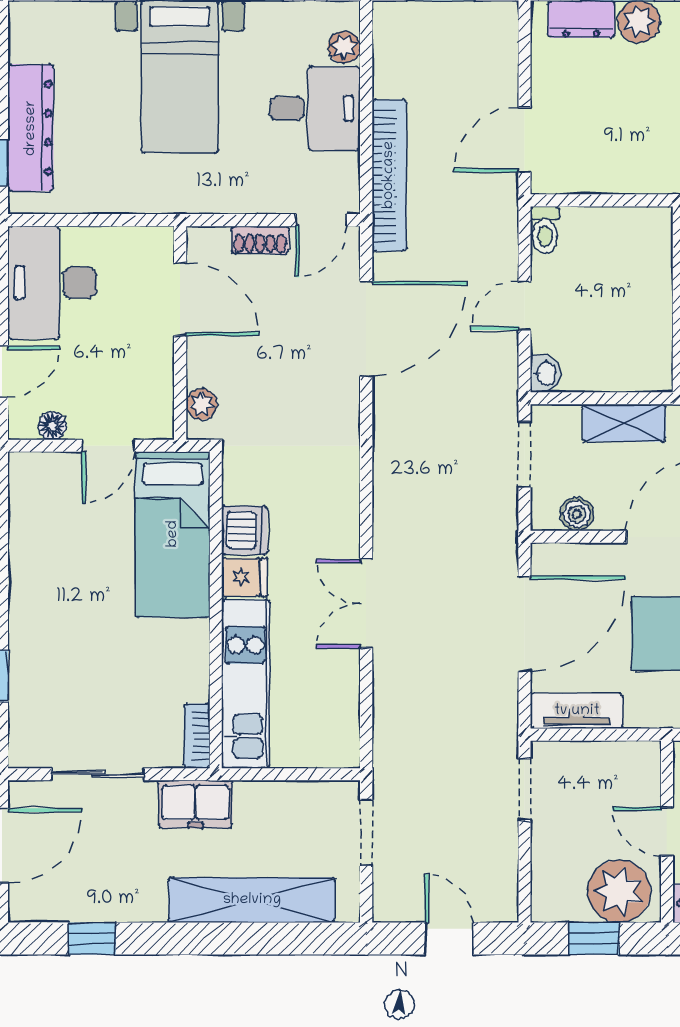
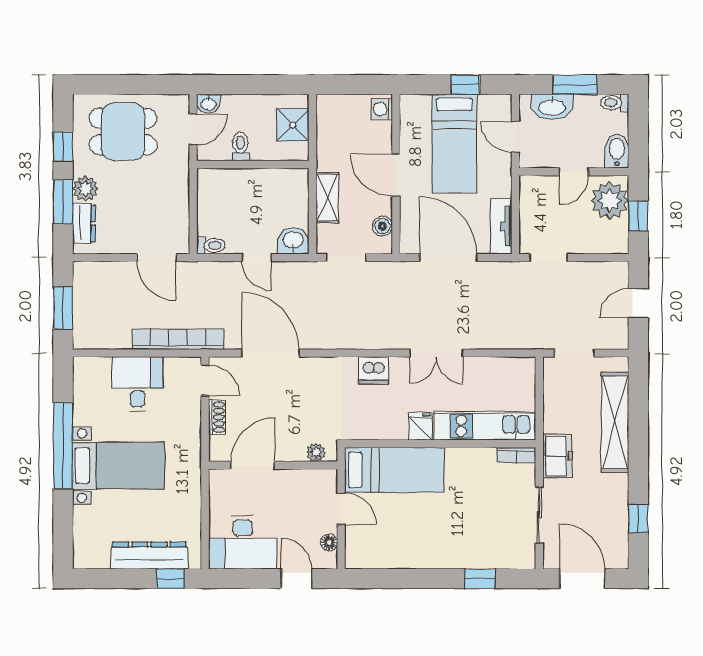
plant: (344, 47) -> (101, 366), removed
washbasin: (546, 374) -> (293, 241), width x1.38, depth x1.45
dishwasher: (245, 530) -> (373, 370), moved, turned 180

